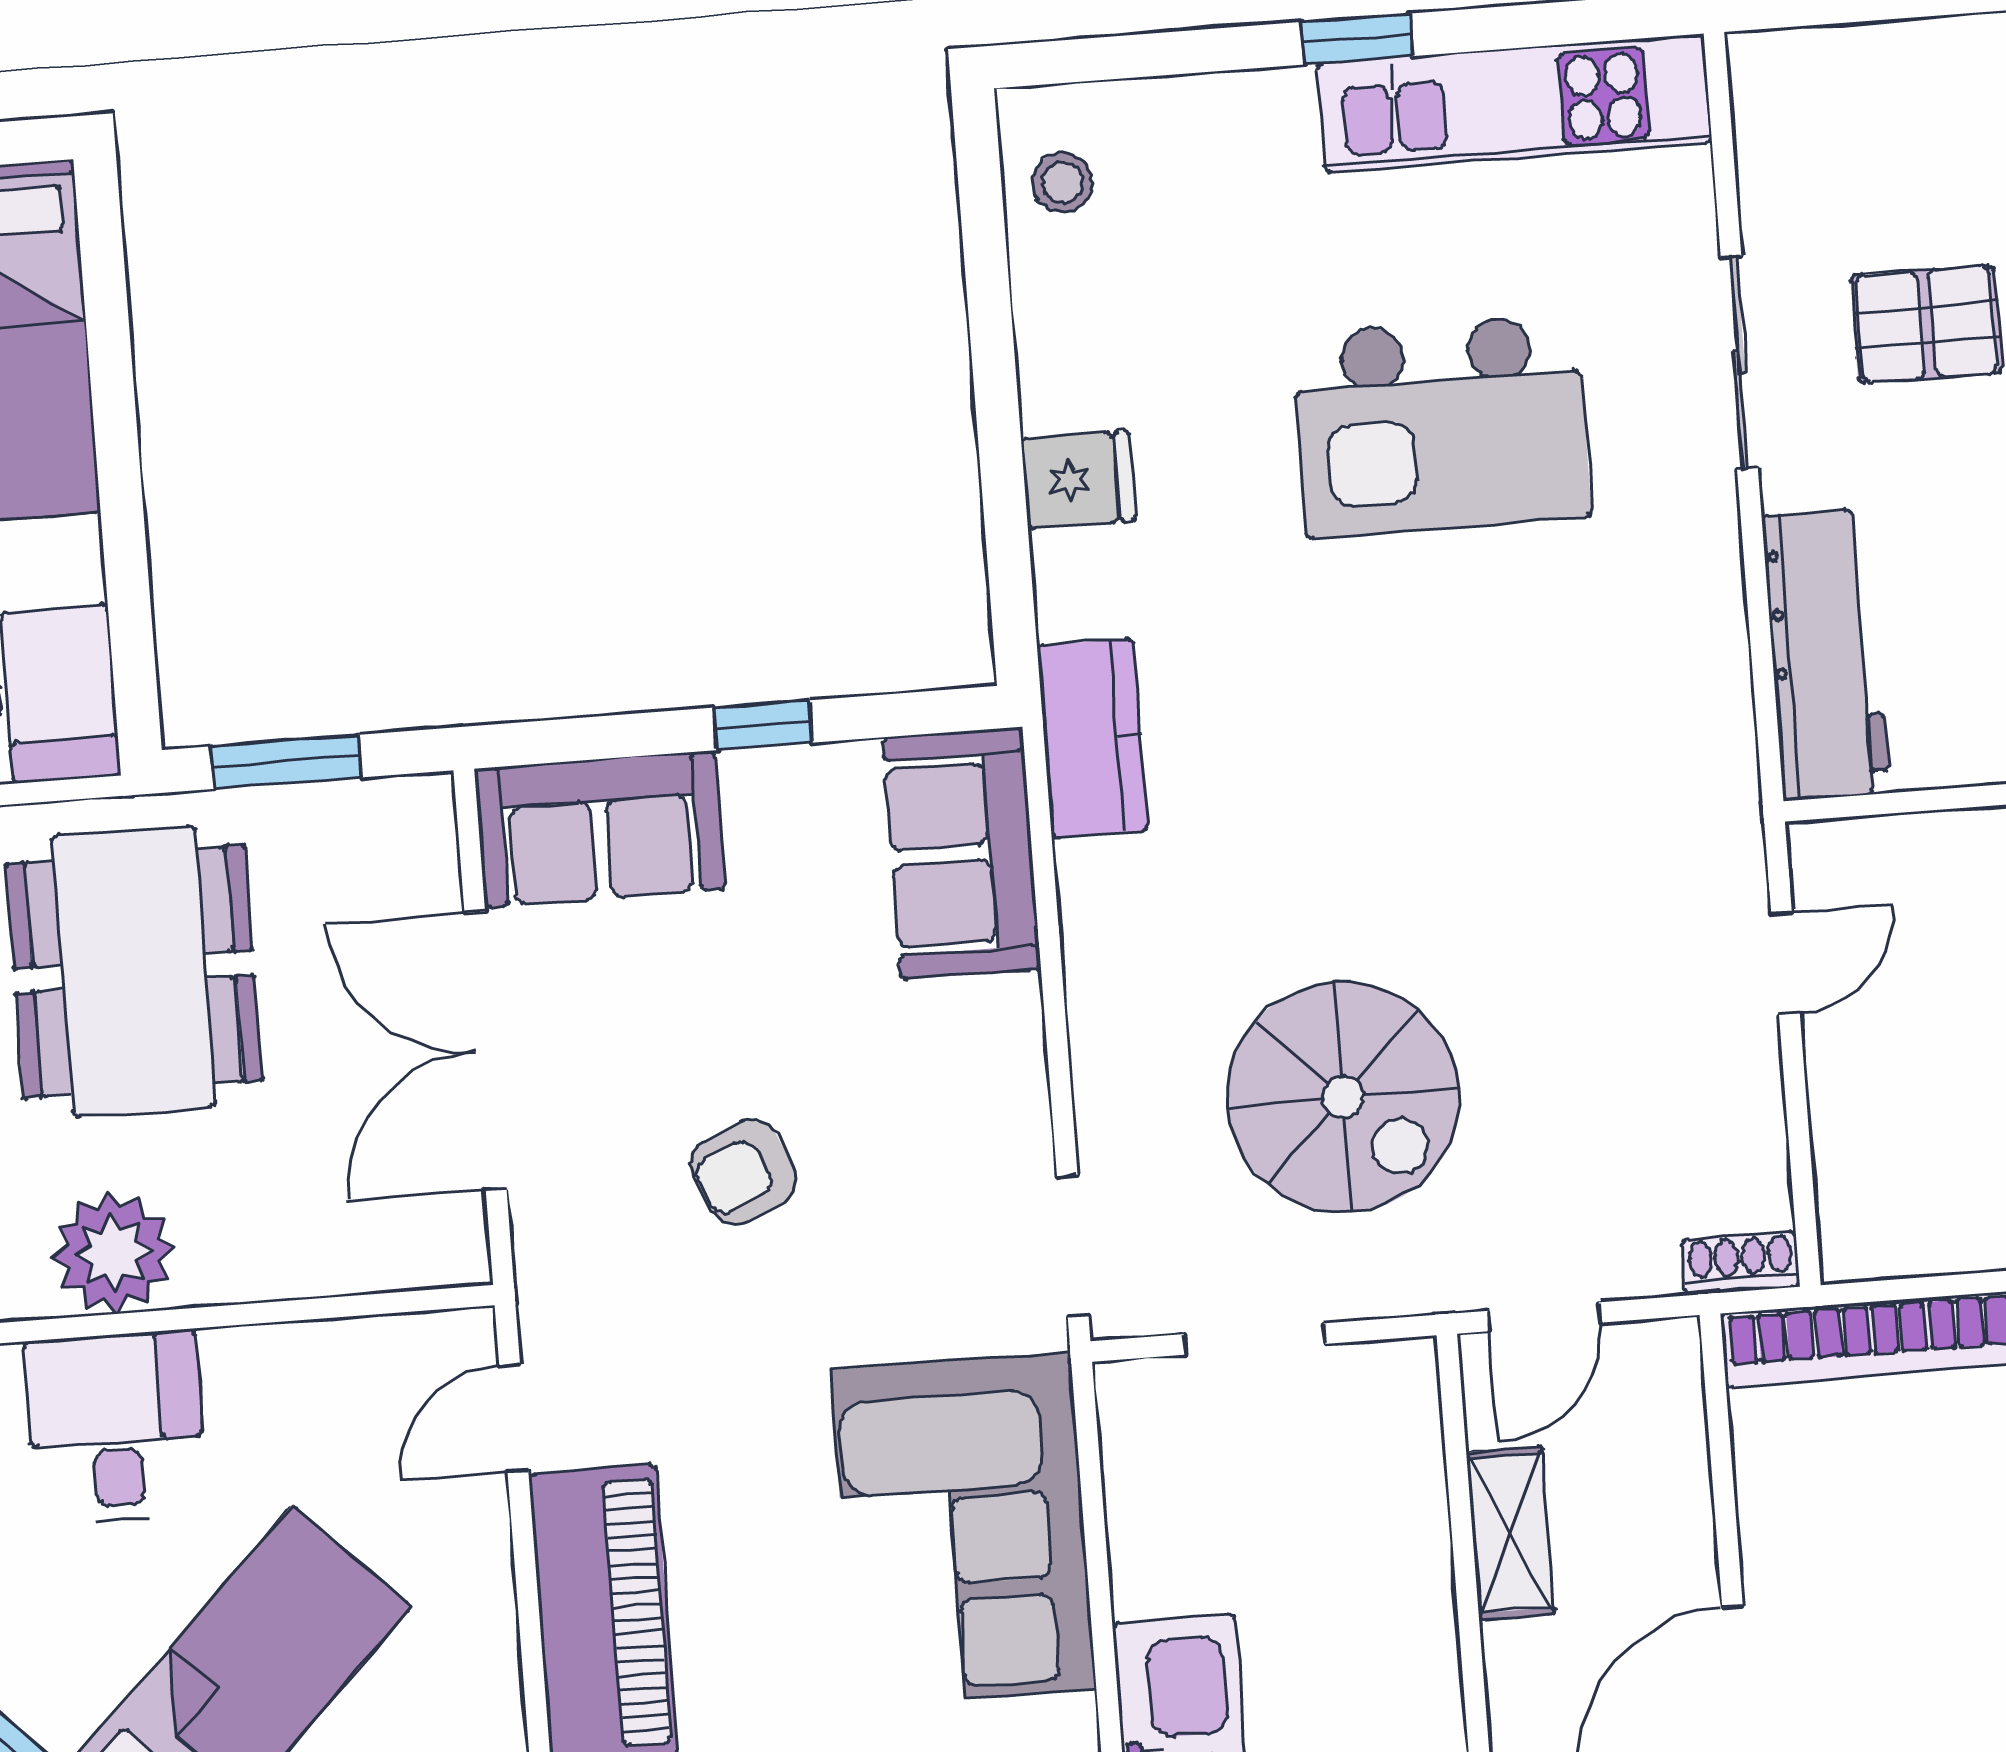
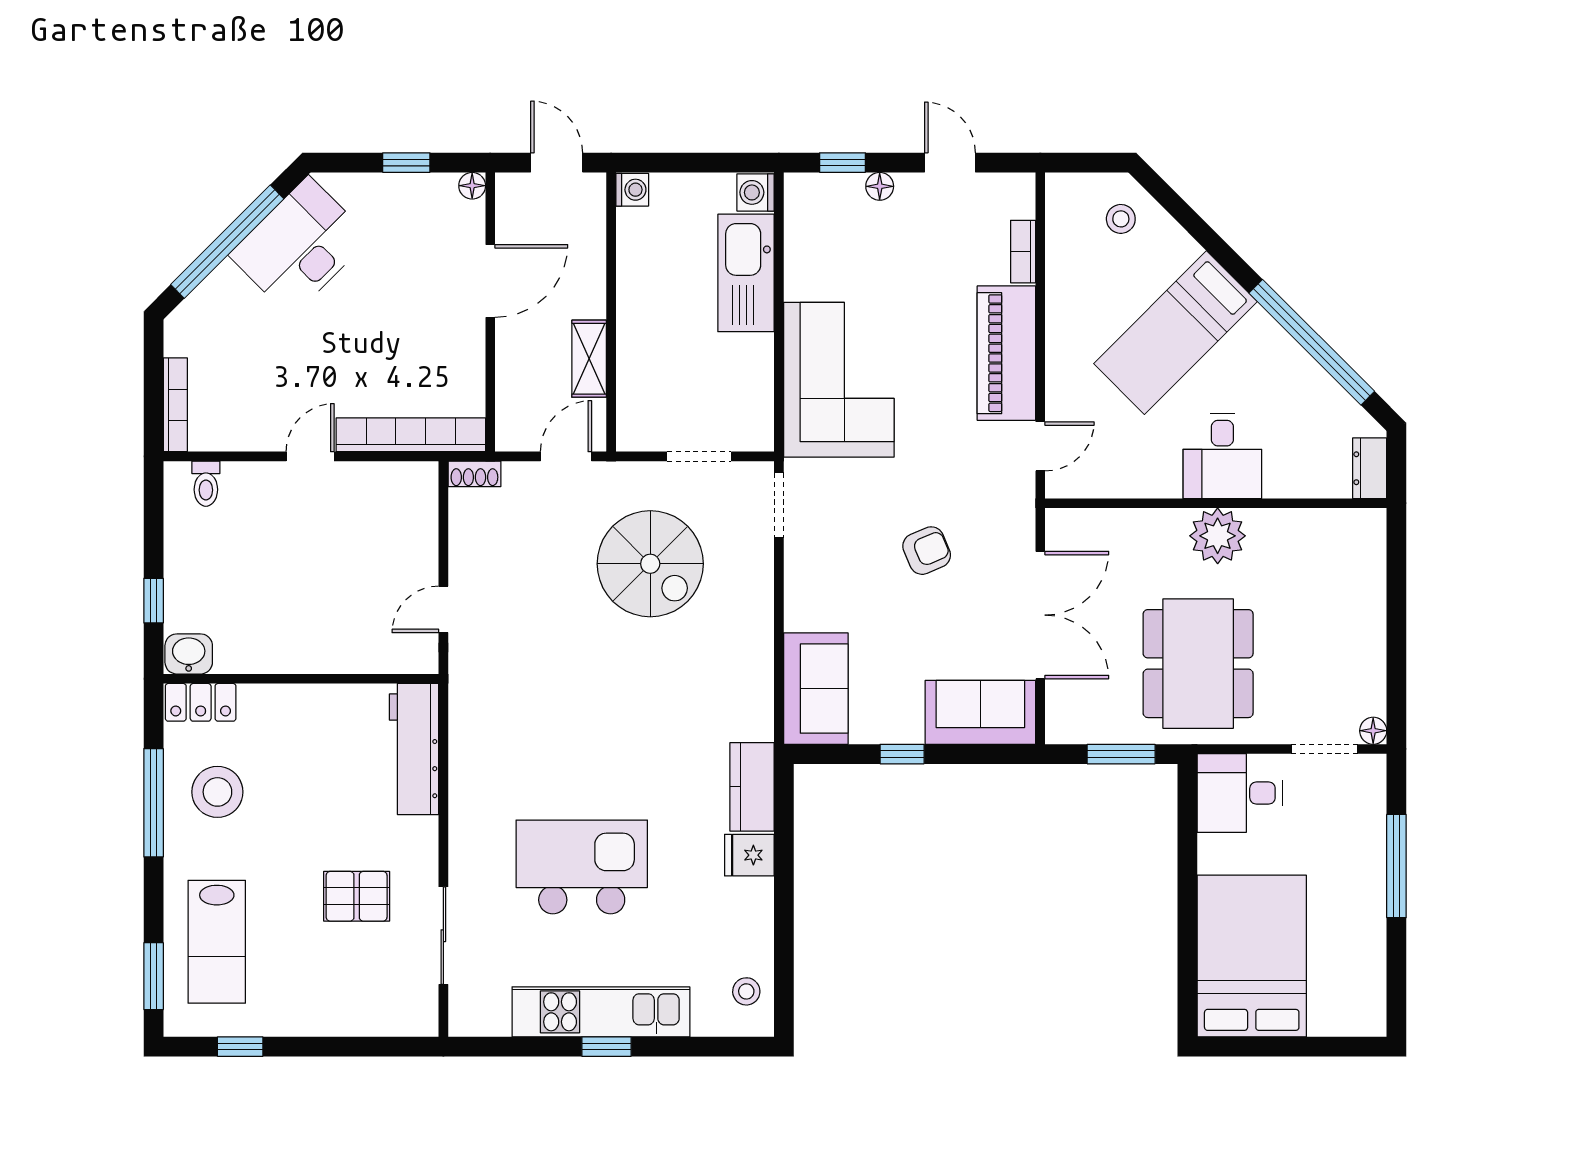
kitchen unit: (1514, 103) -> (601, 1012), moved
sliding door: (1739, 362) -> (443, 936), moved
kitchen counter: (1092, 738) -> (752, 787), moved
spiral stairs: (1343, 1097) -> (650, 564), turned 180

